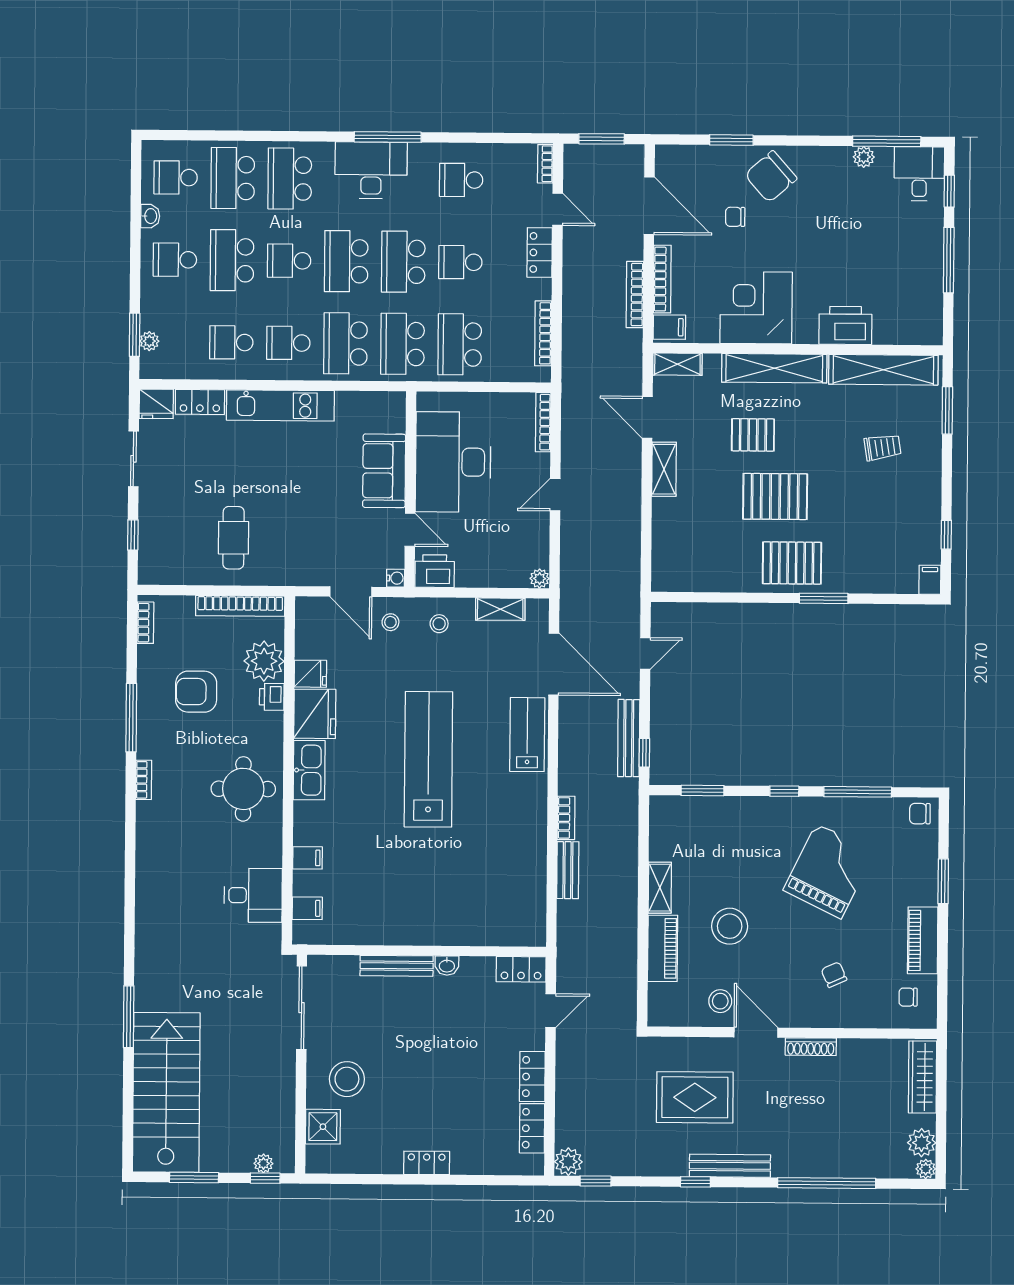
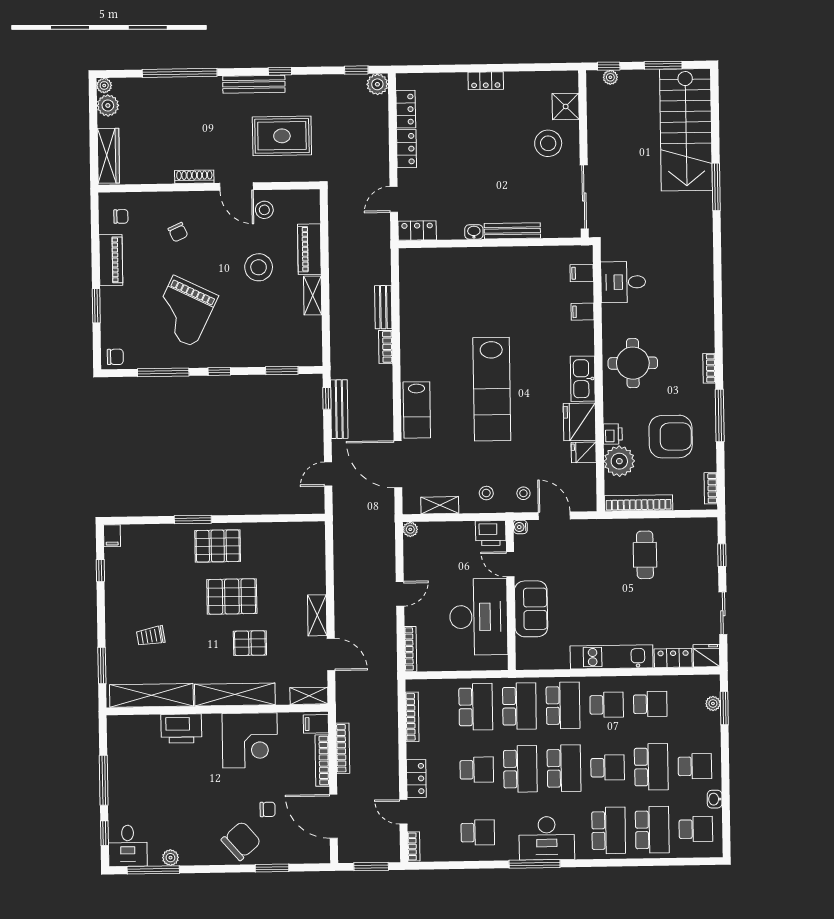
armchair: (196, 692) -> (671, 437), width x1.36, depth x1.36

